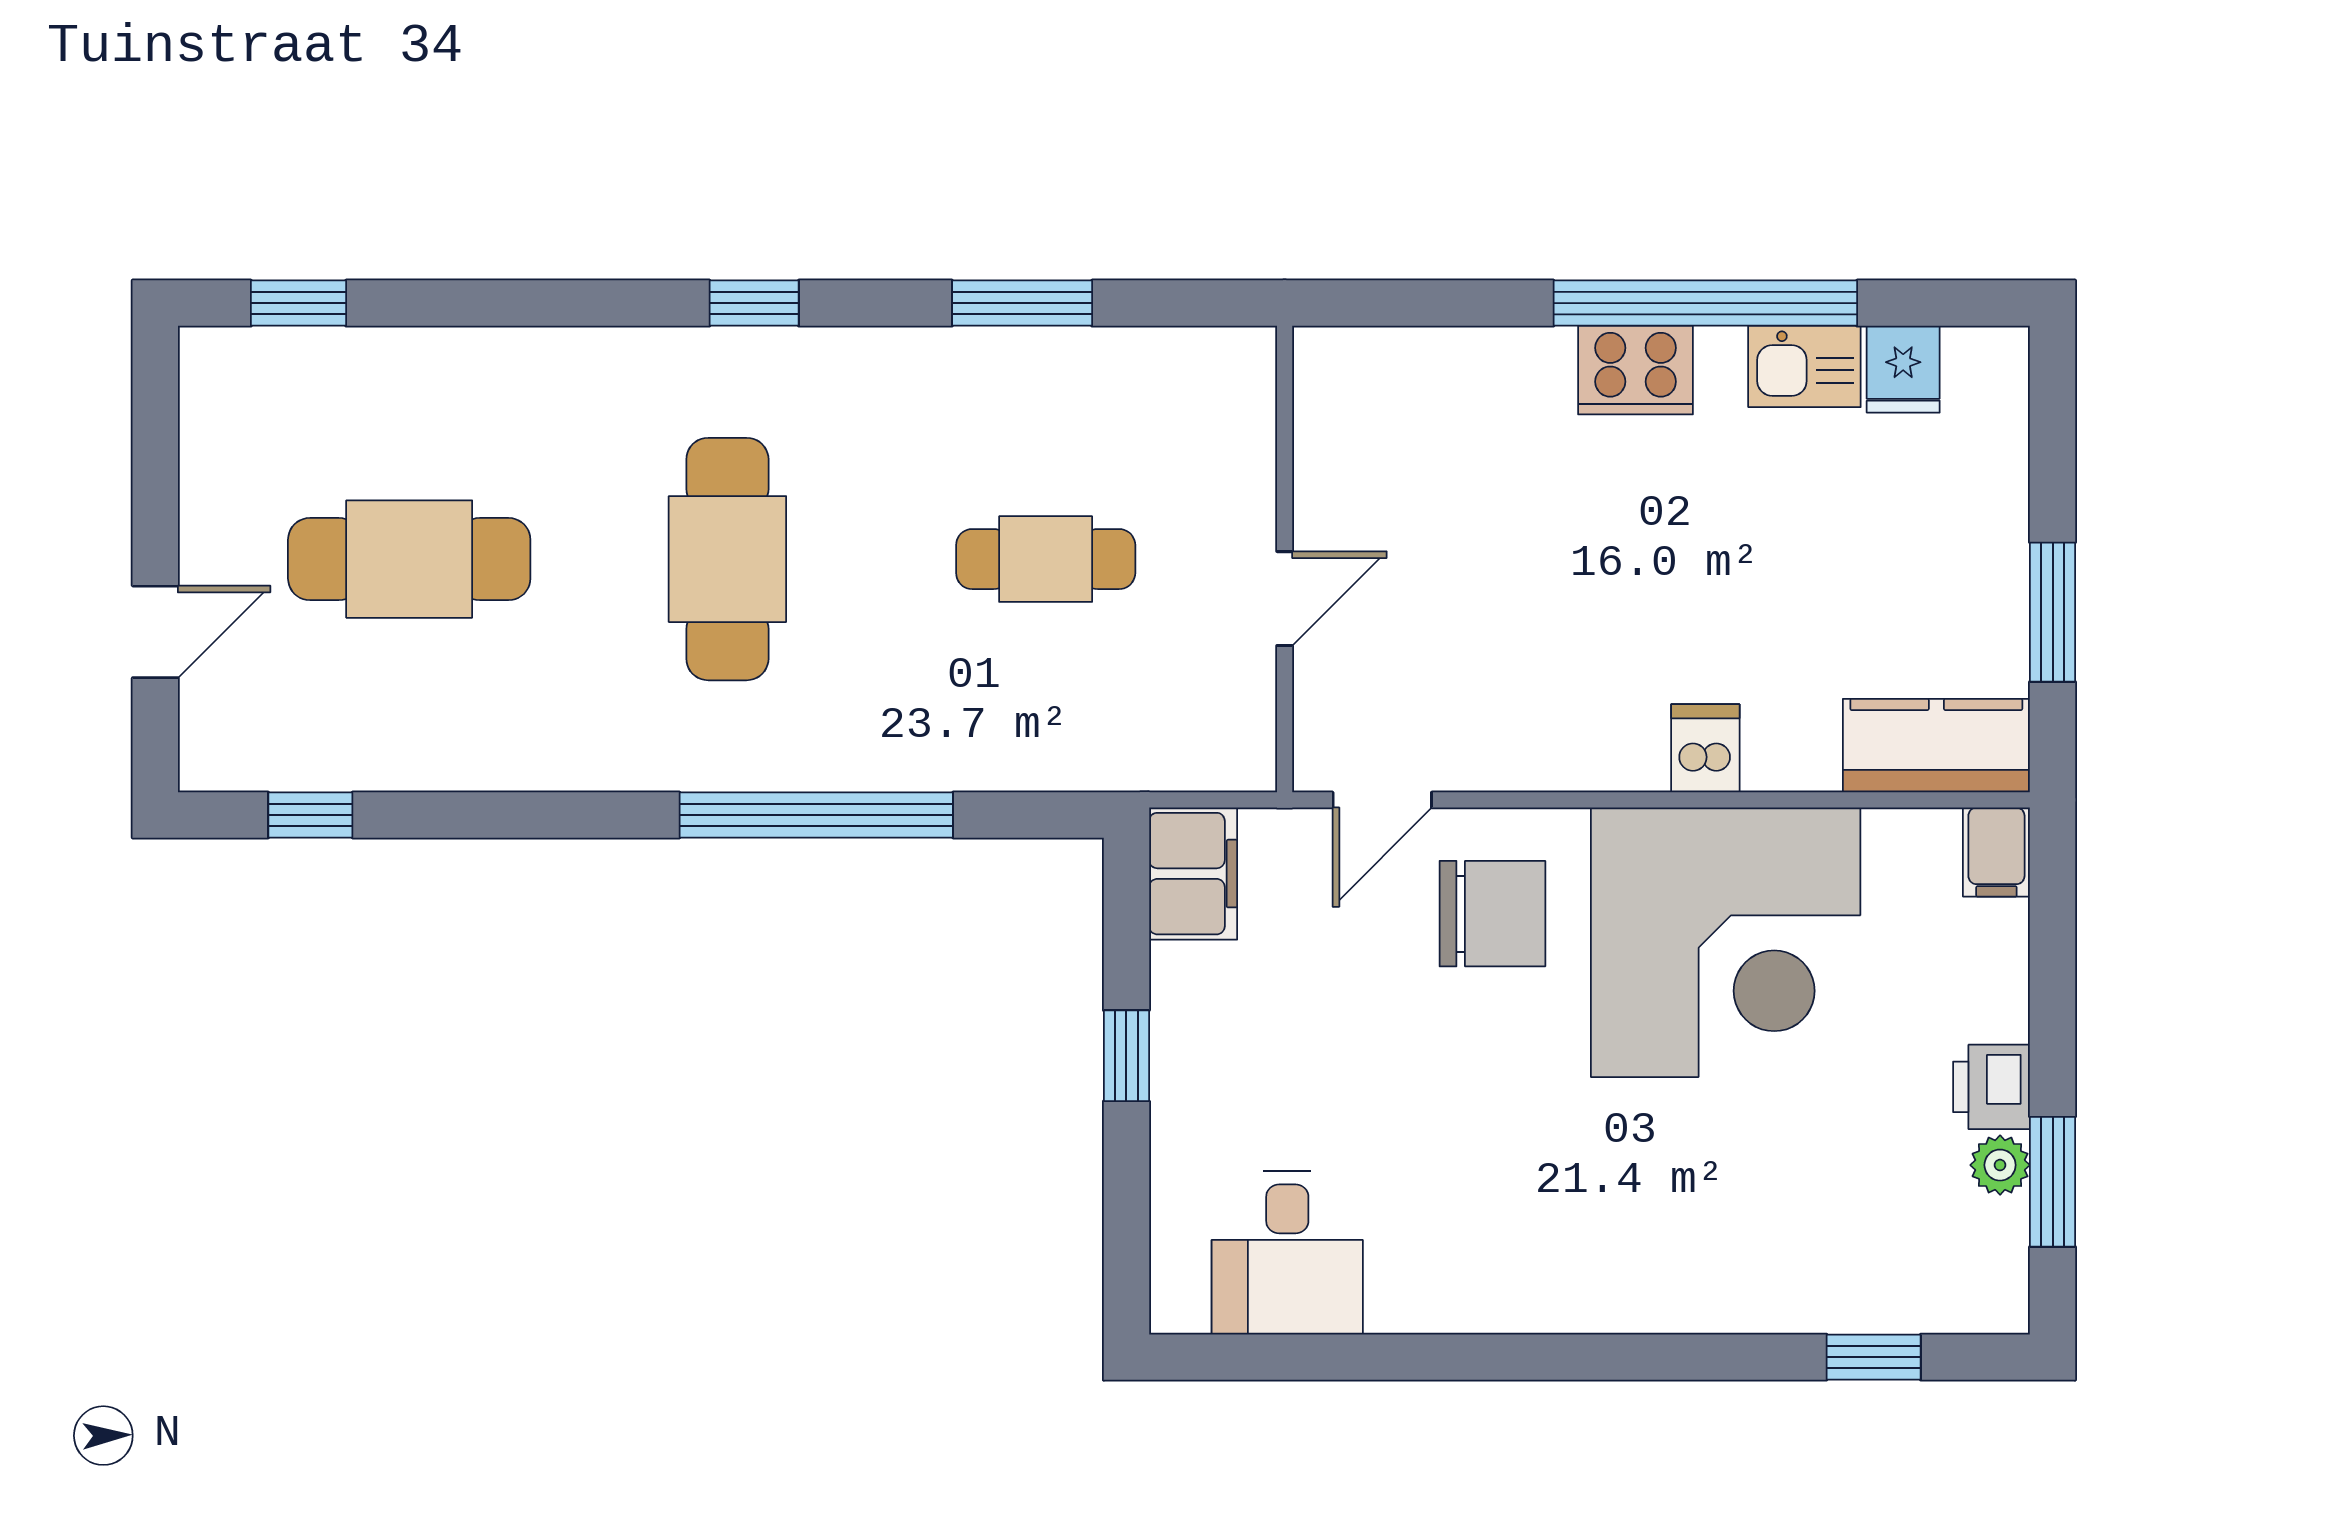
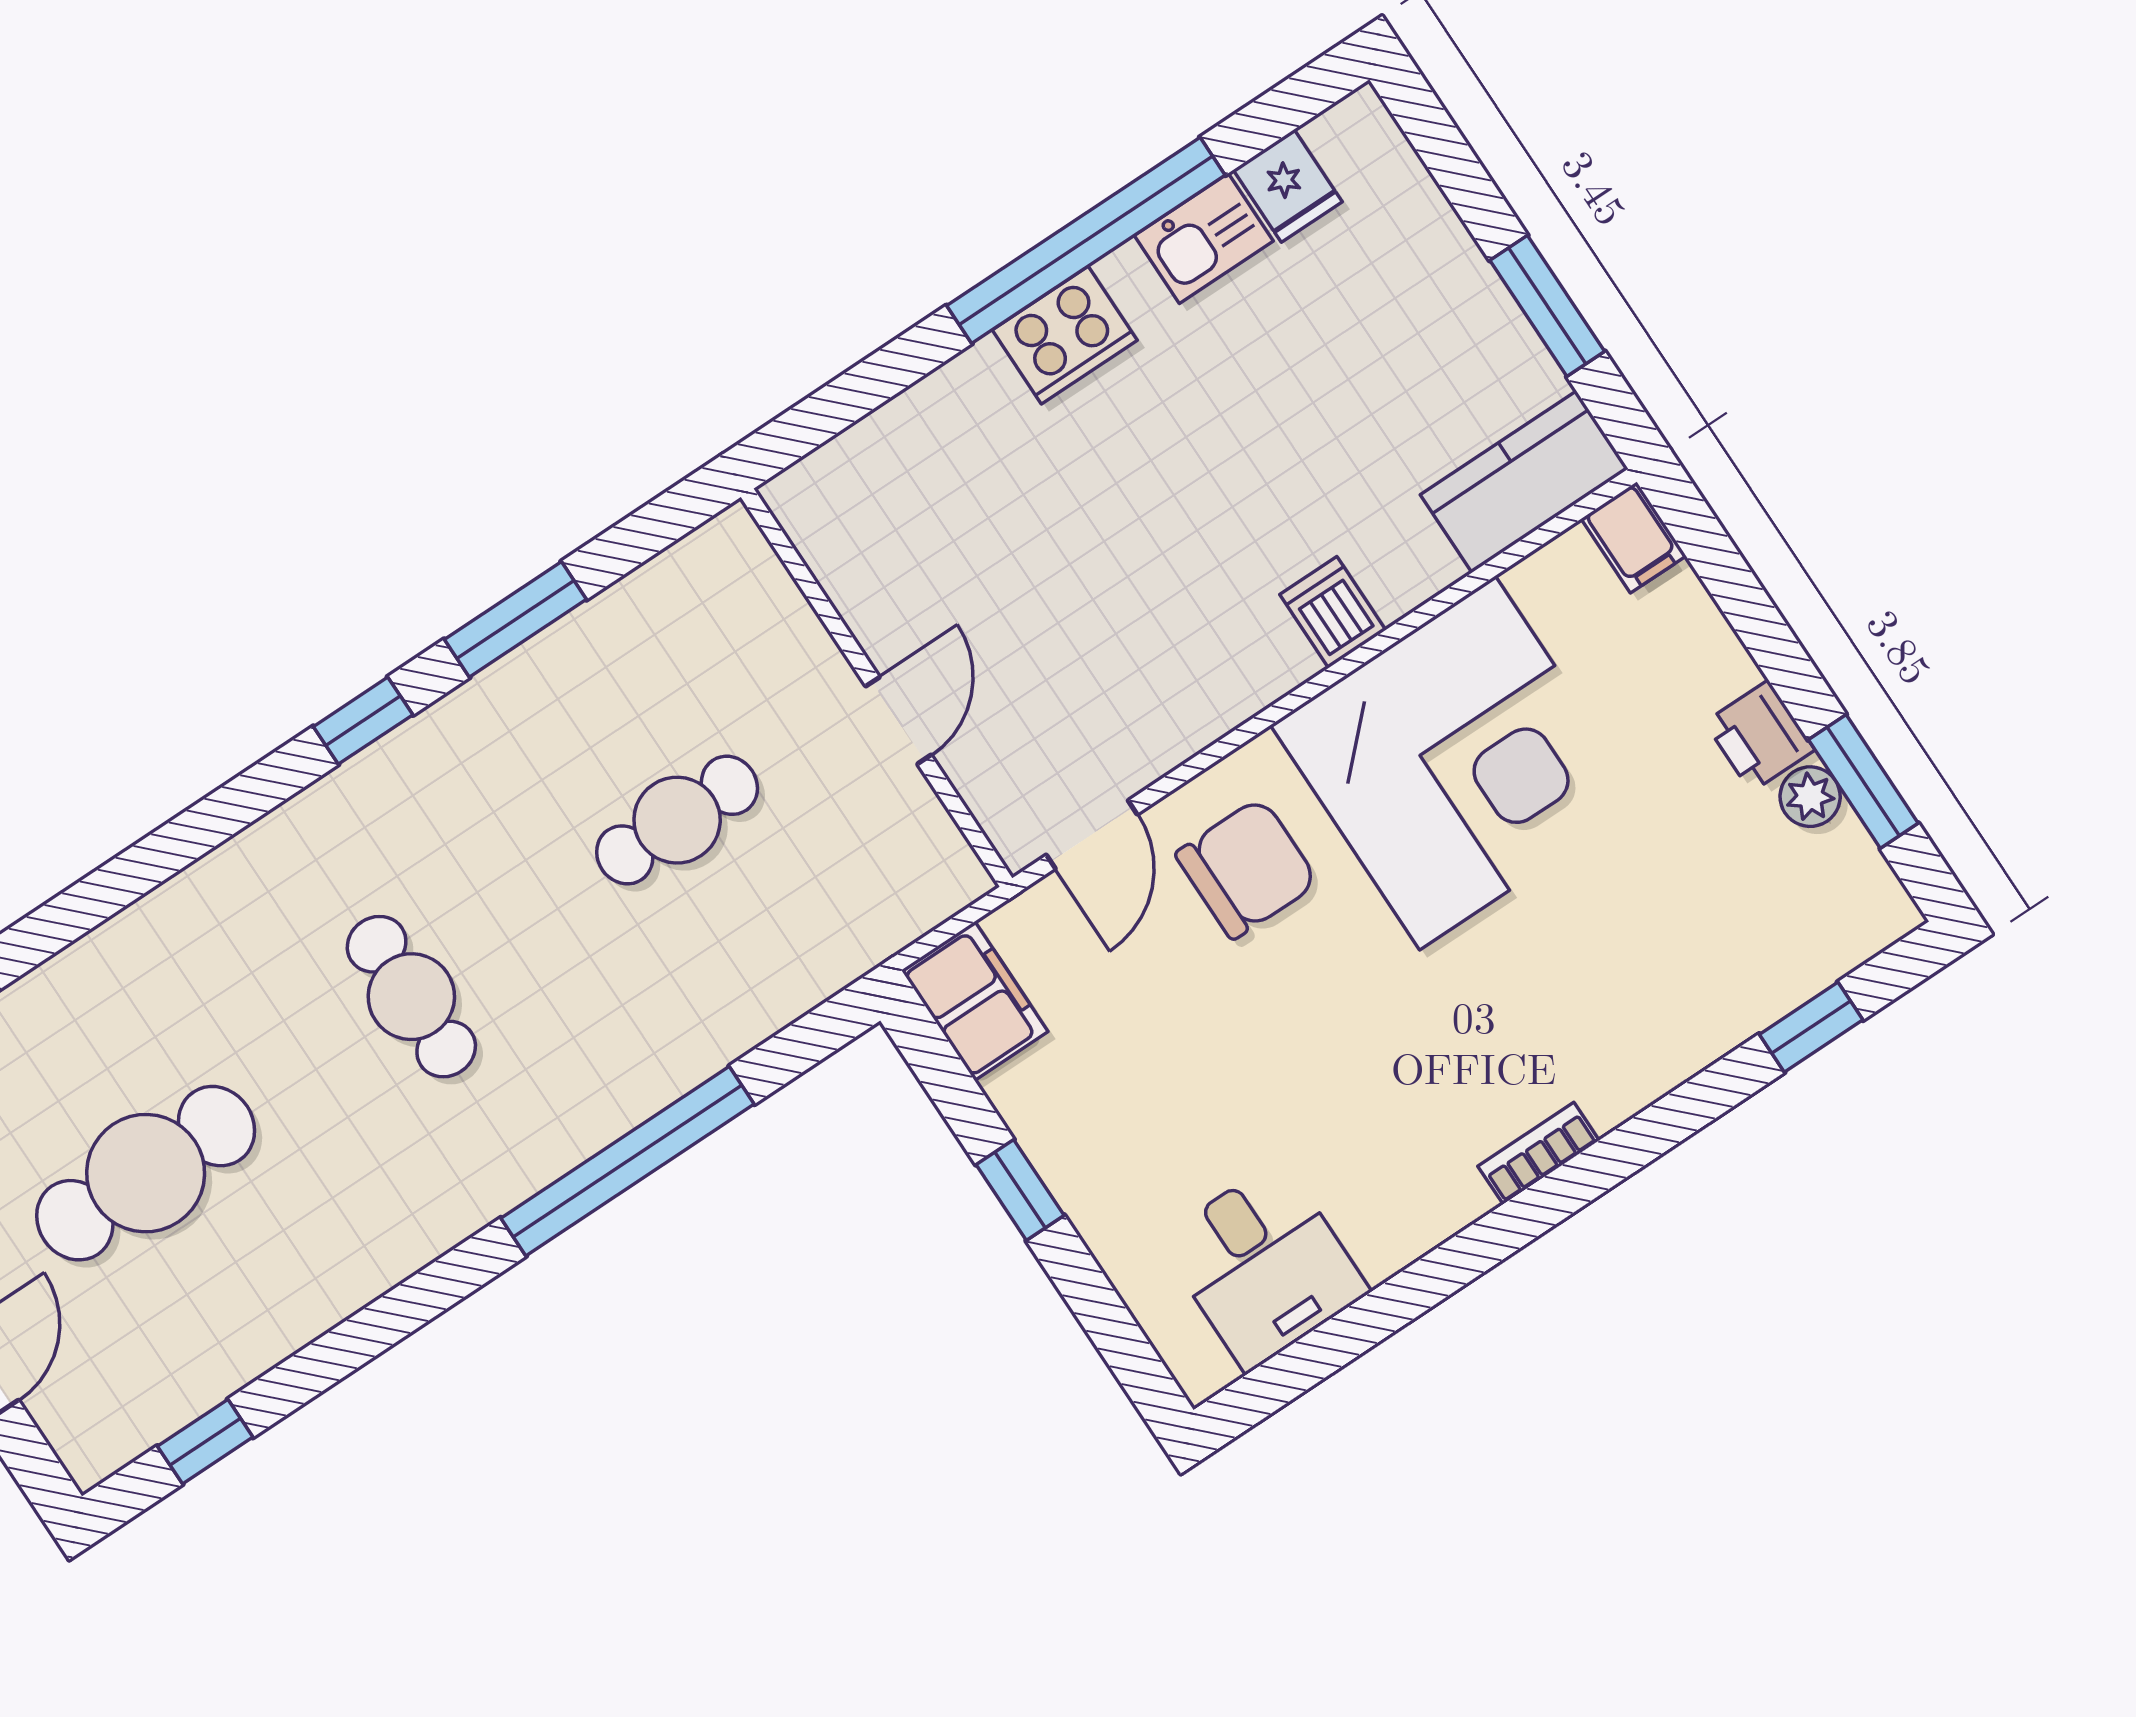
window: (754, 303) -> (363, 721), moved
cafe table: (727, 559) -> (411, 997), width x0.73, depth x0.74
bookcase: (1577, 1312) -> (1539, 1153), added

